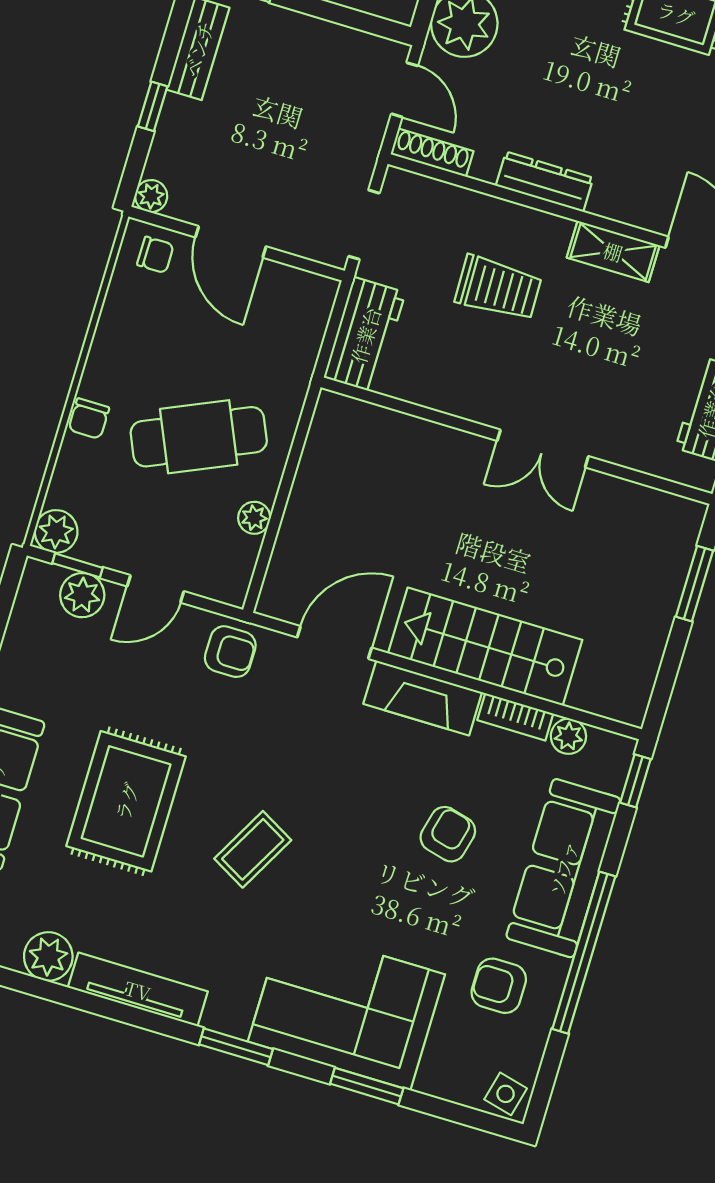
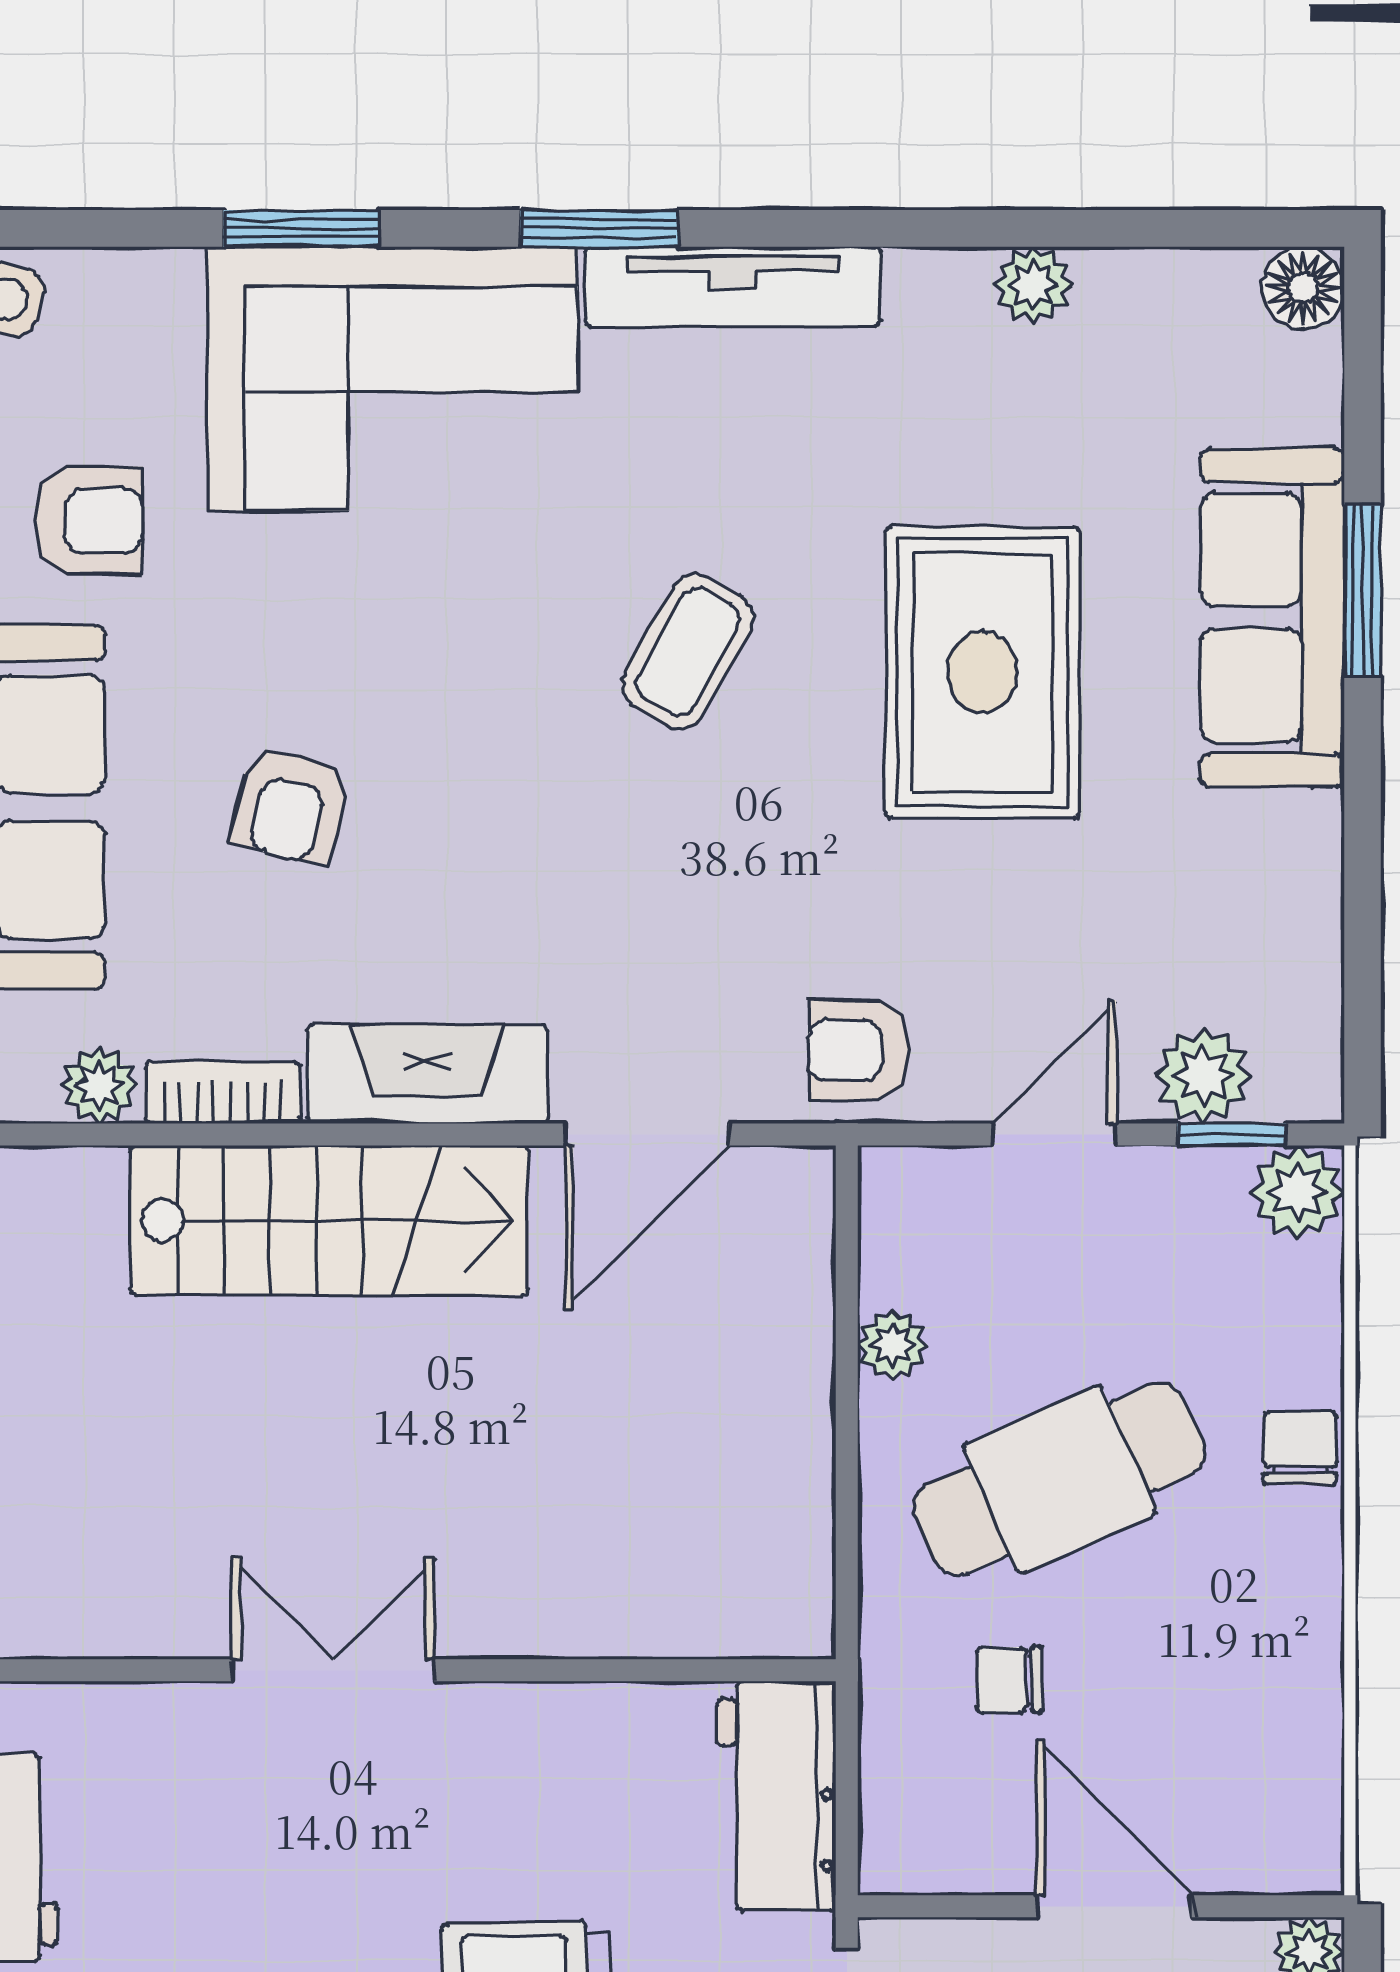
chair: (155, 255) -> (1009, 1680), moved
plant: (48, 956) -> (1033, 285), width x0.73, depth x0.73
tv unit: (138, 990) -> (733, 287), moved

